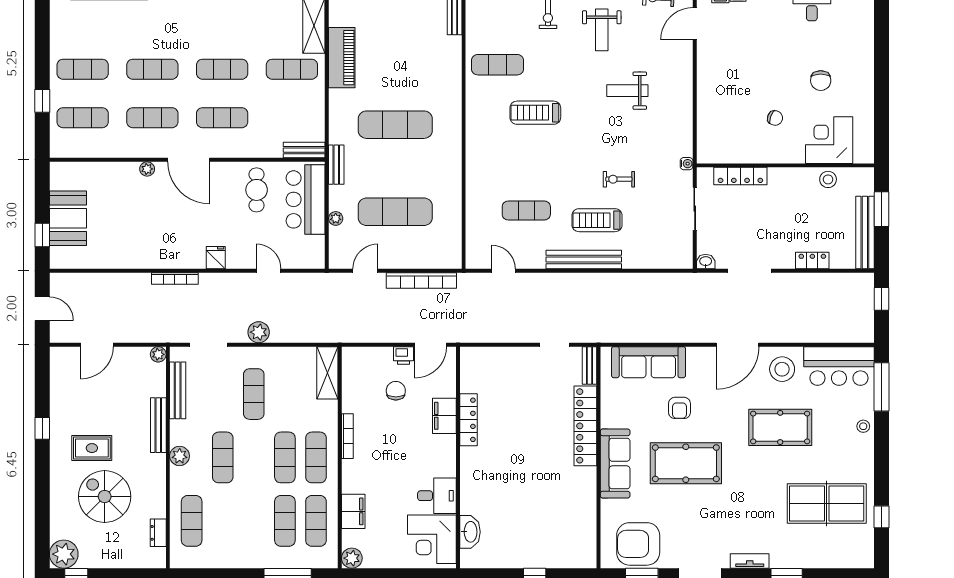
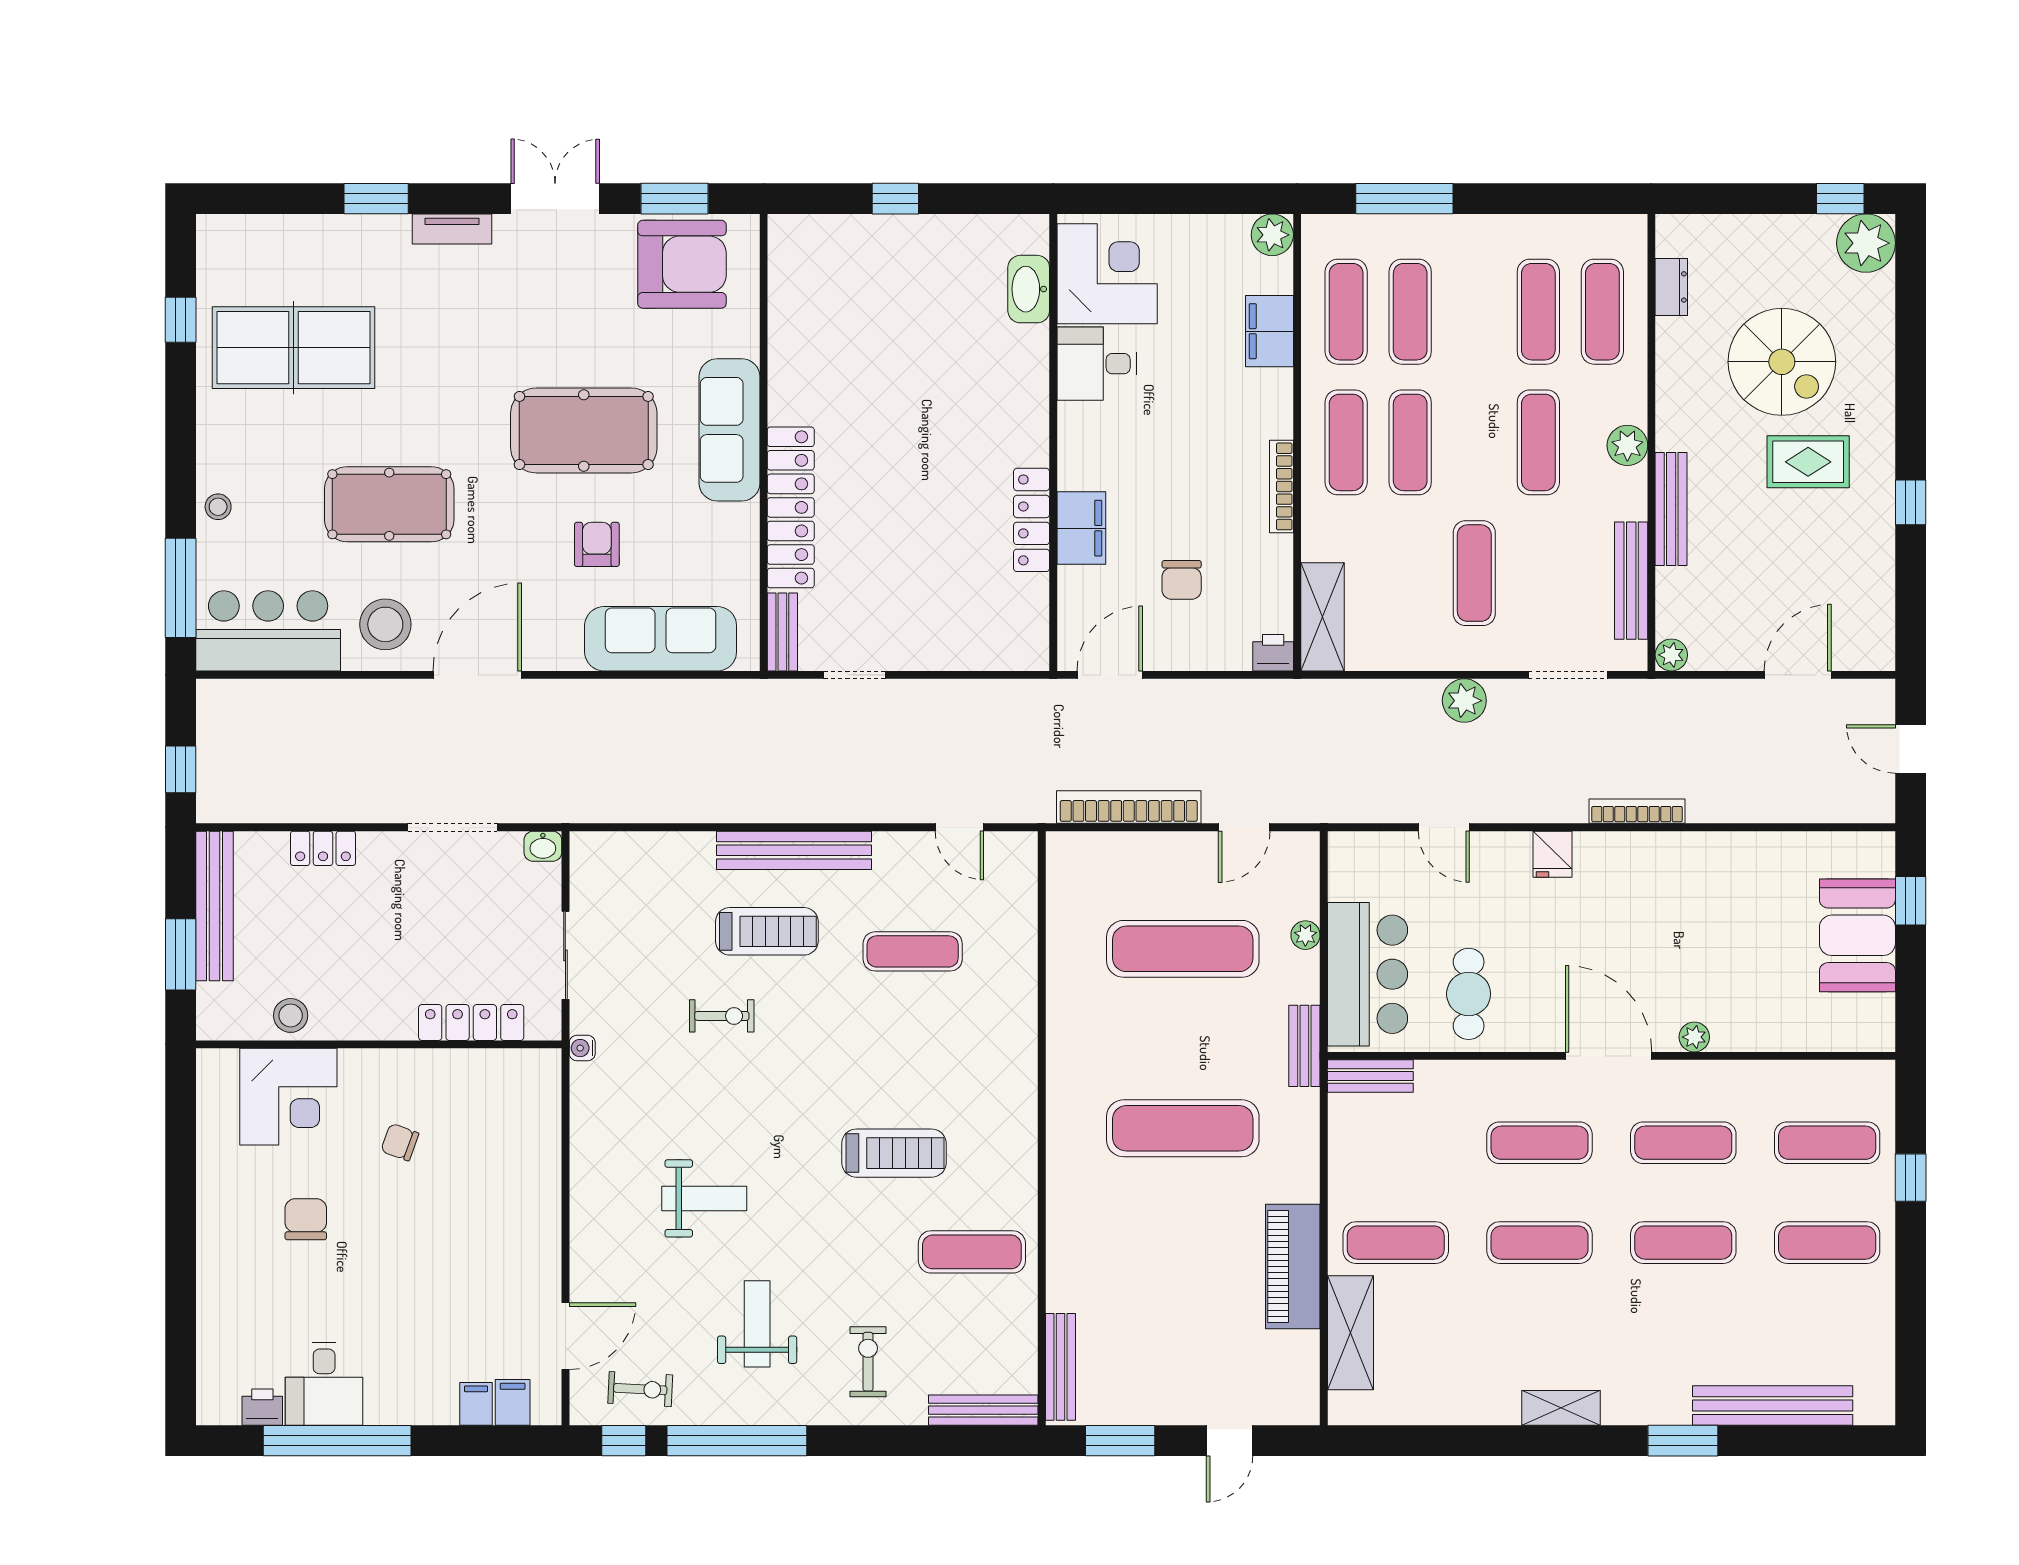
printer: (403, 355) -> (1273, 653), moved
exercise mat: (223, 521) -> (1538, 312), added

